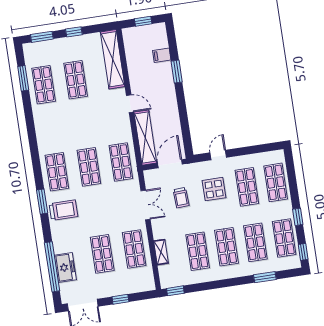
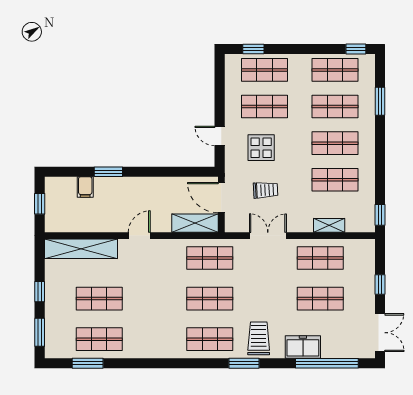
shelving: (145, 138) -> (195, 223), width x0.68
window: (298, 217) -> (253, 49), moved
freezer: (65, 267) -> (303, 347), moved

